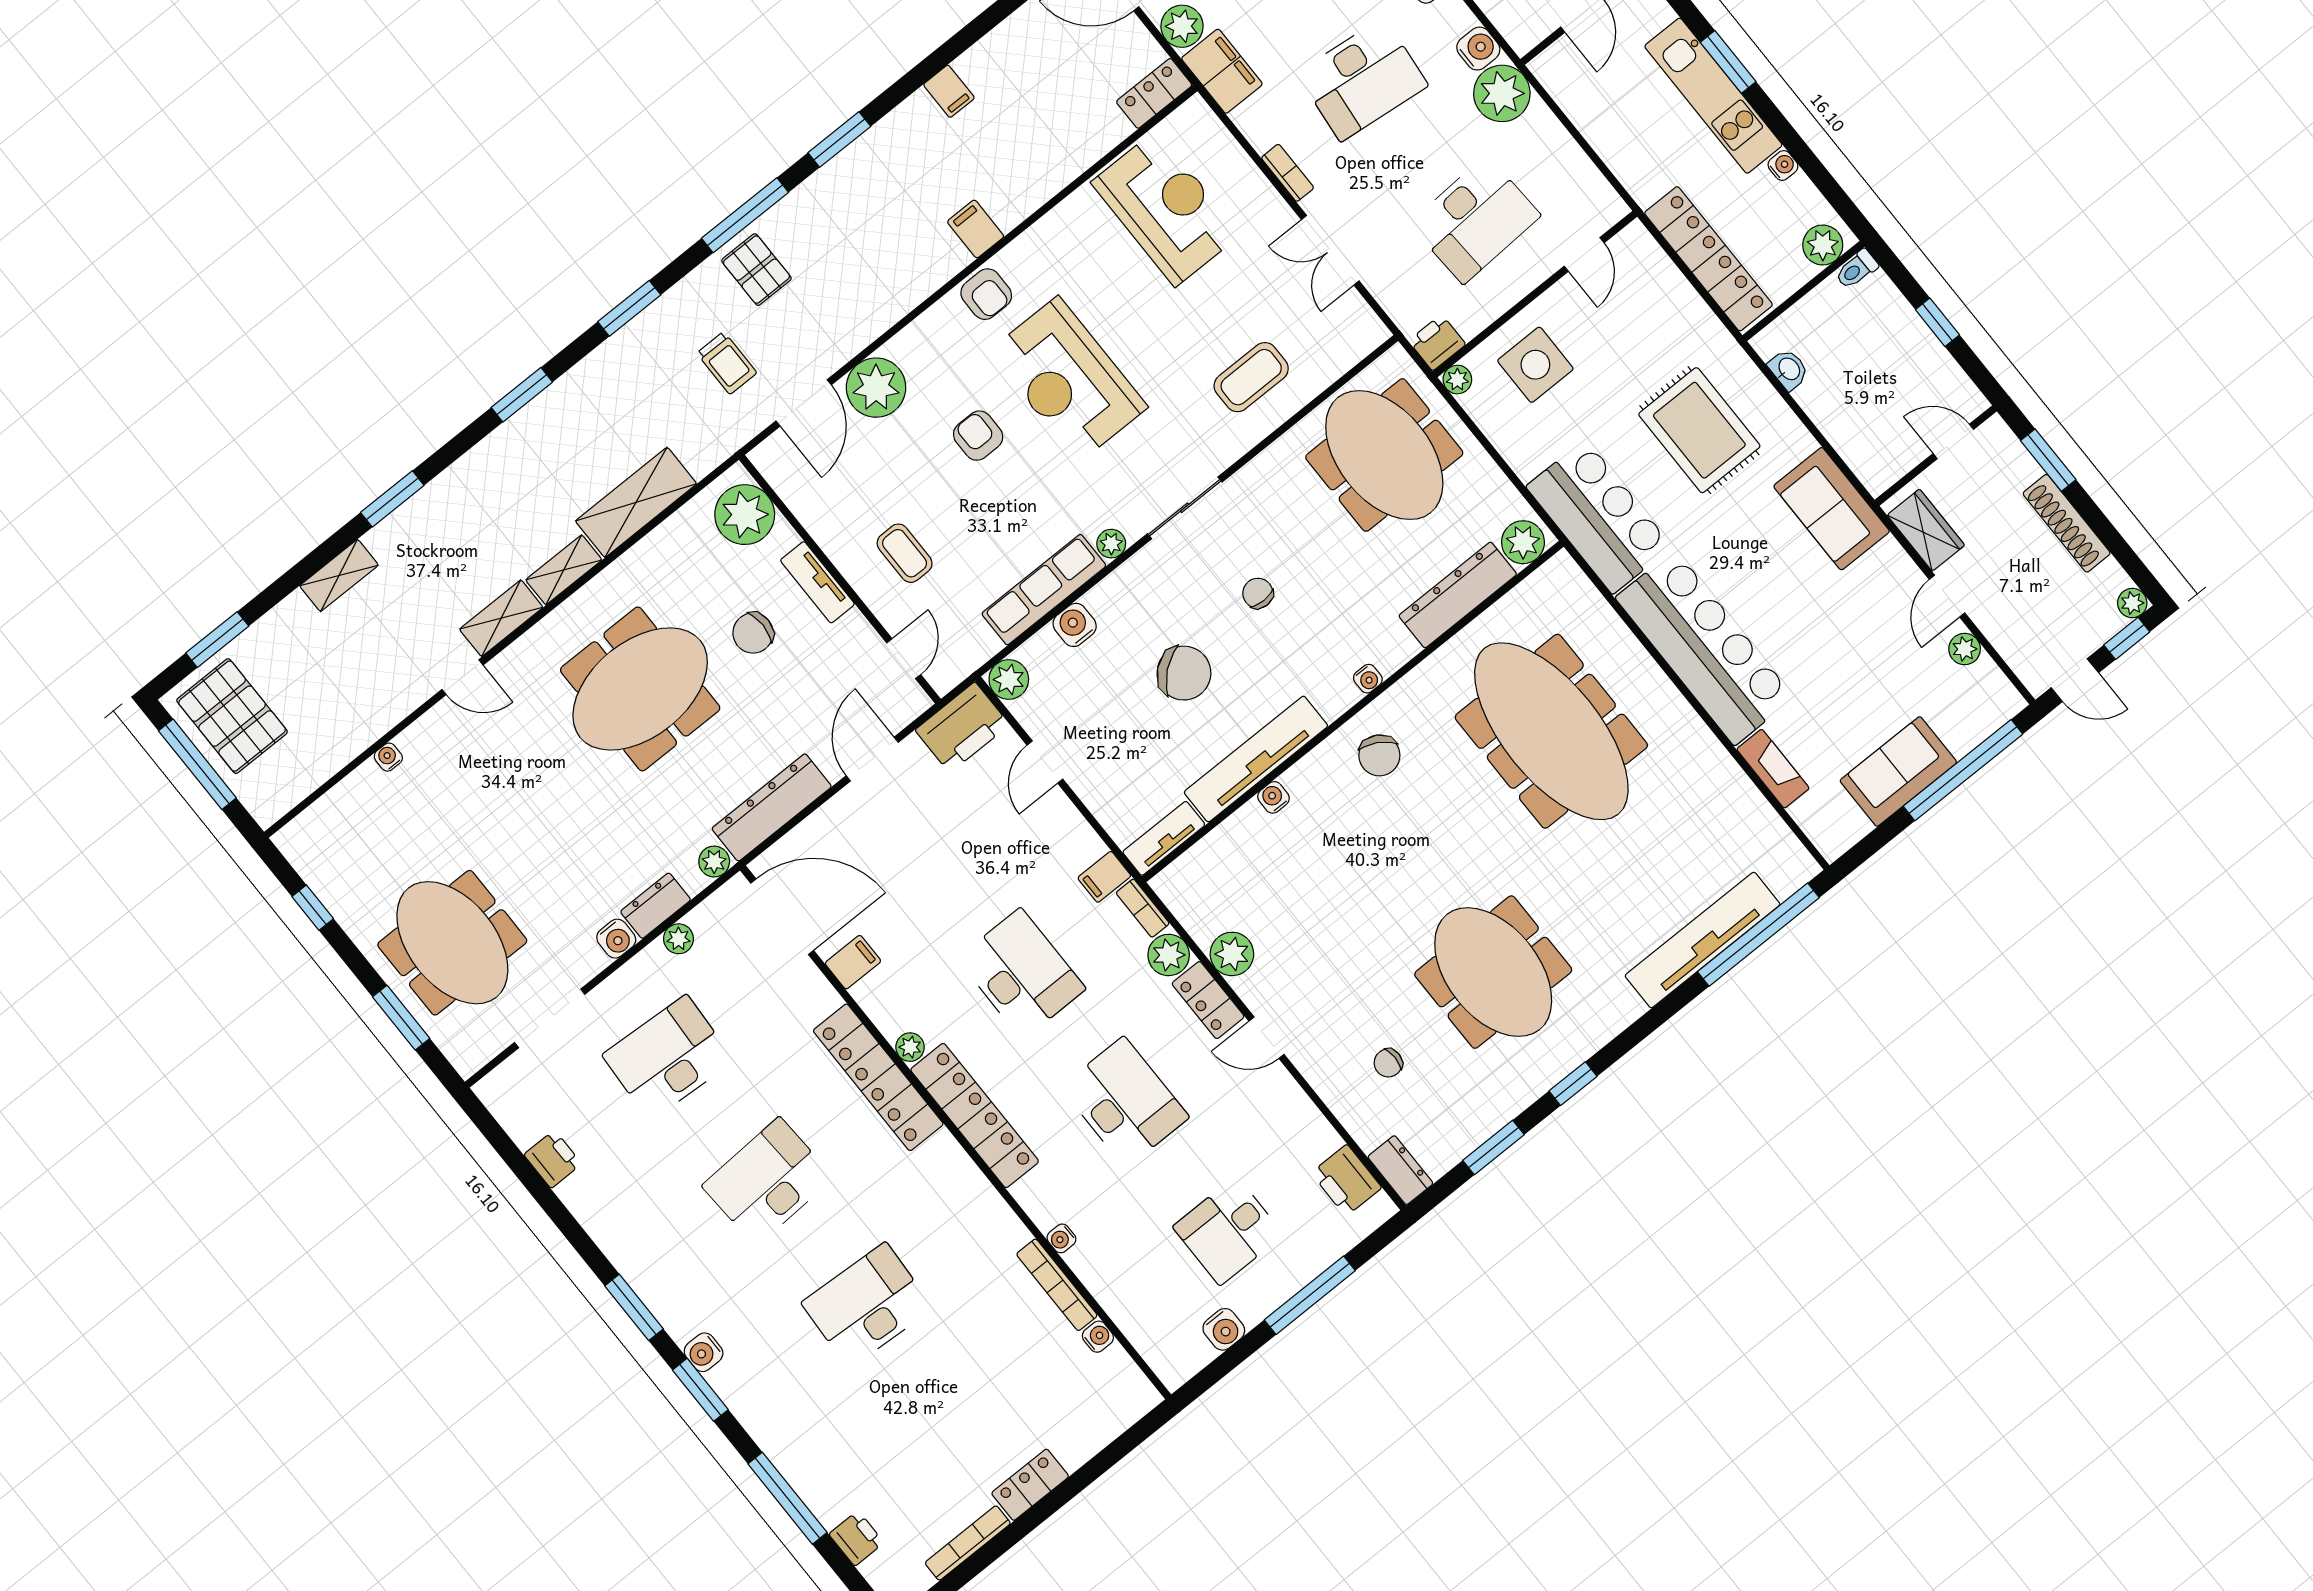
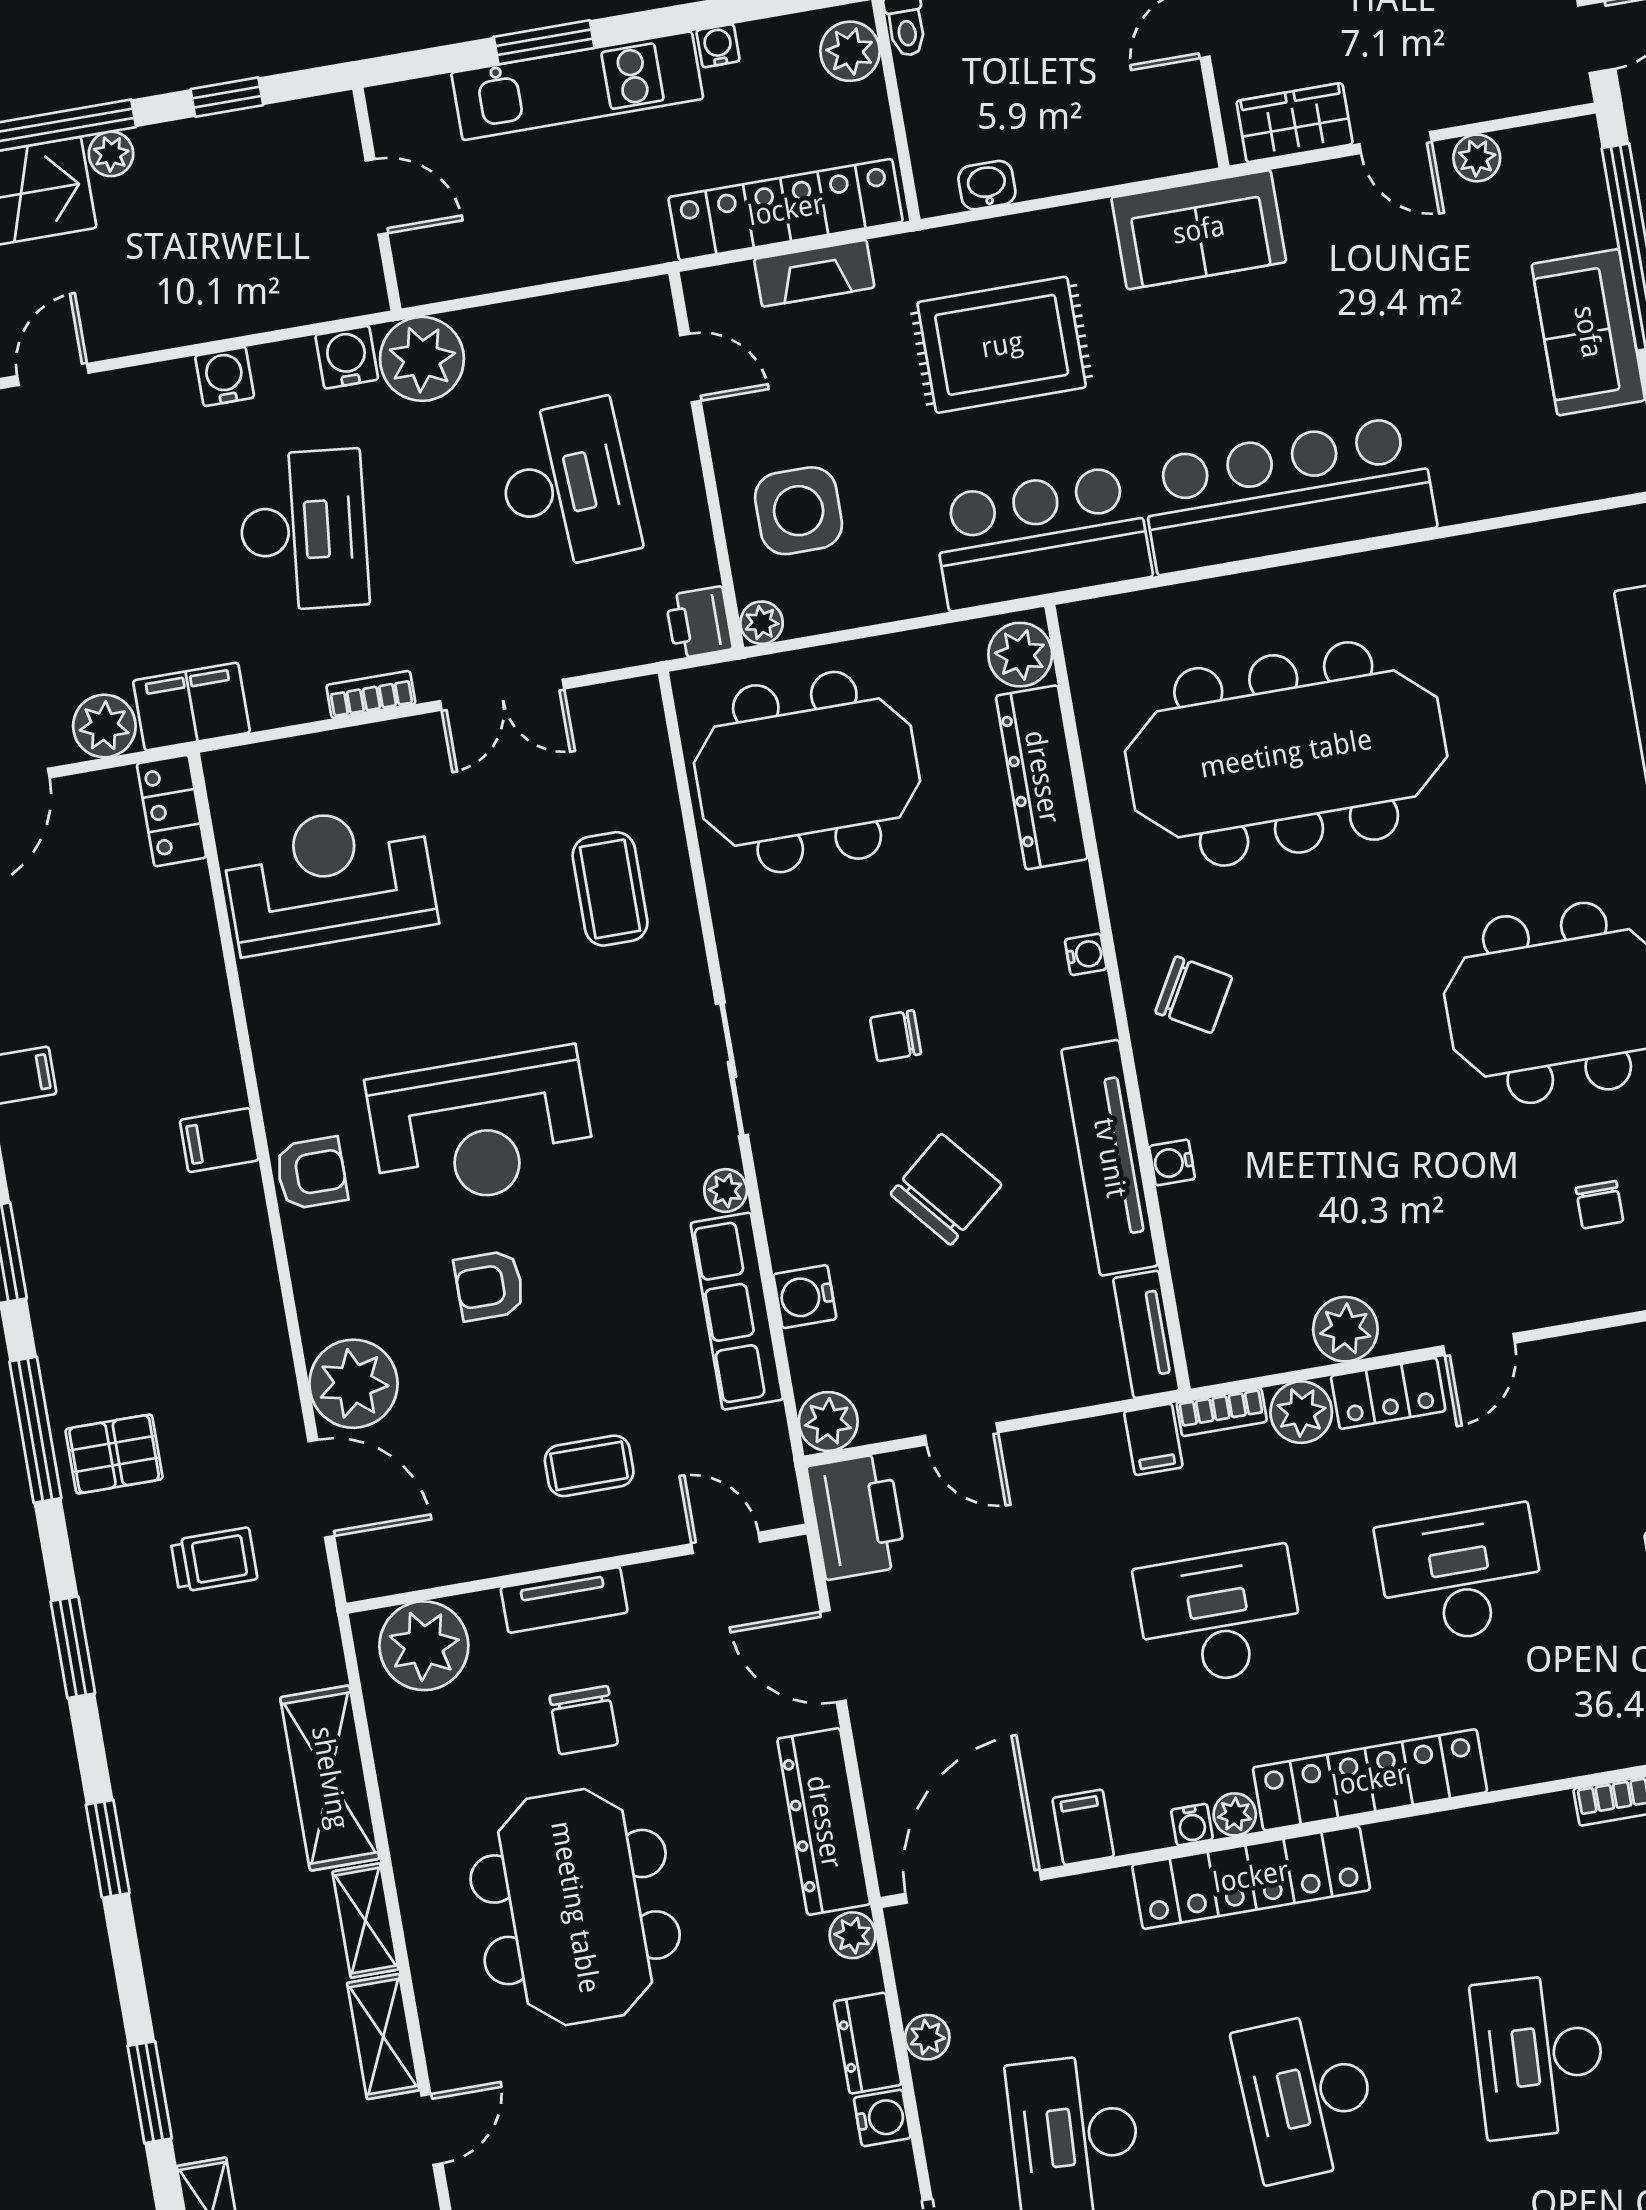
fireplace: (1773, 769) -> (814, 273), moved, turned 180
water cooler: (1061, 1238) -> (1192, 1825), moved

